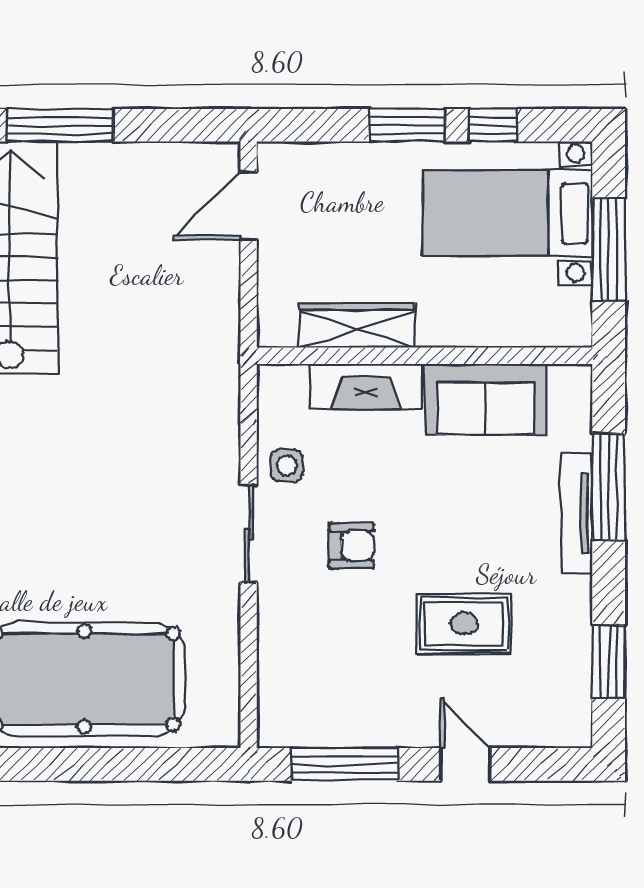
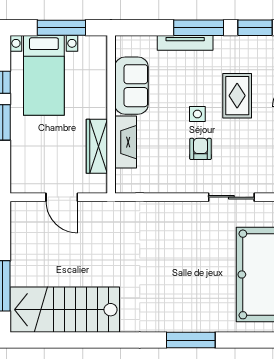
door: (249, 205) -> (62, 197), moved
side table: (287, 465) -> (197, 114), moved
window: (609, 487) -> (199, 28), moved
sliding door: (249, 534) -> (231, 197), moved

